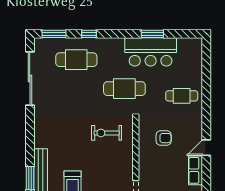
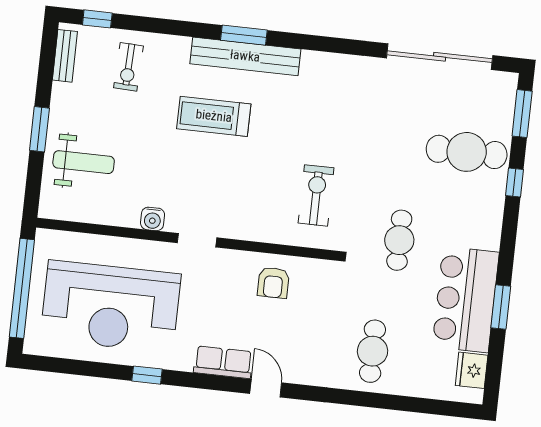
fridge: (186, 45) -> (472, 370), added
cafe table: (76, 60) -> (467, 152), turned 90
cafe table: (124, 89) -> (399, 240), width x0.73, depth x0.74
armchair: (164, 138) -> (273, 283), moved

